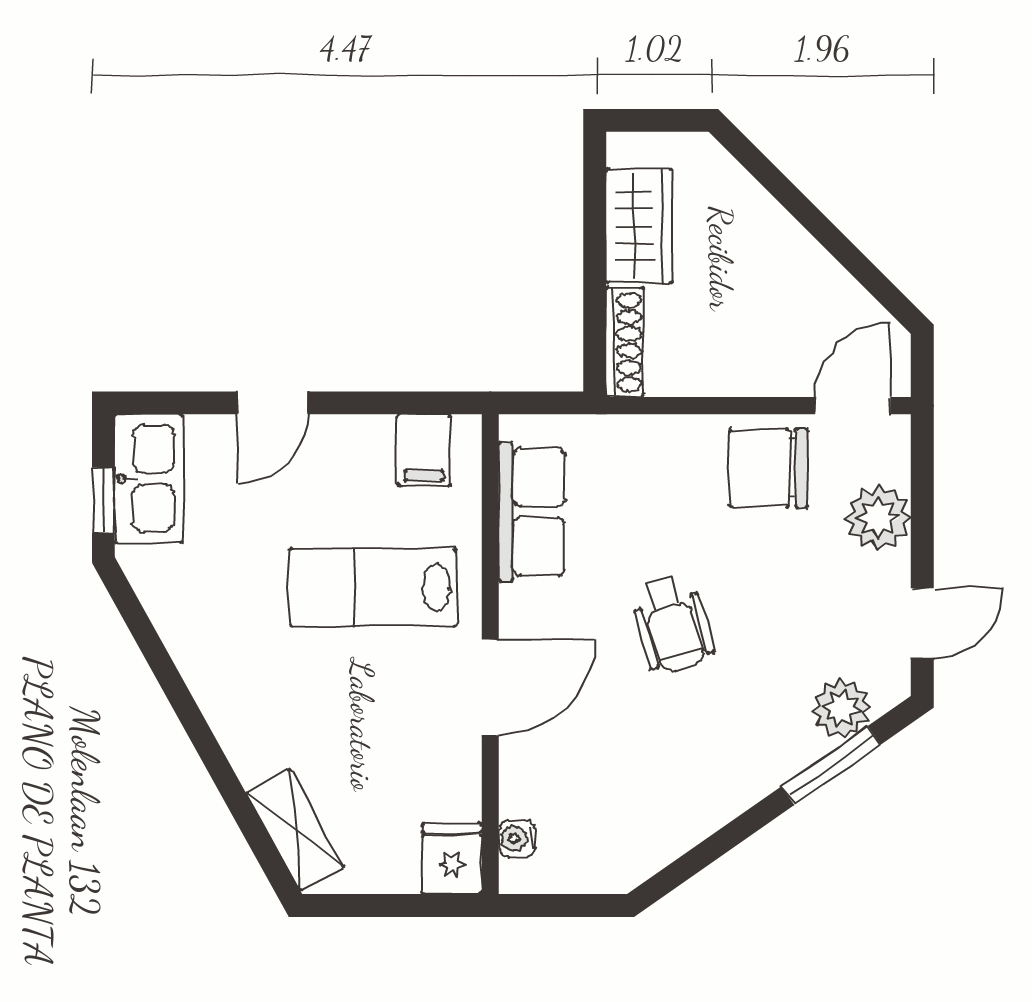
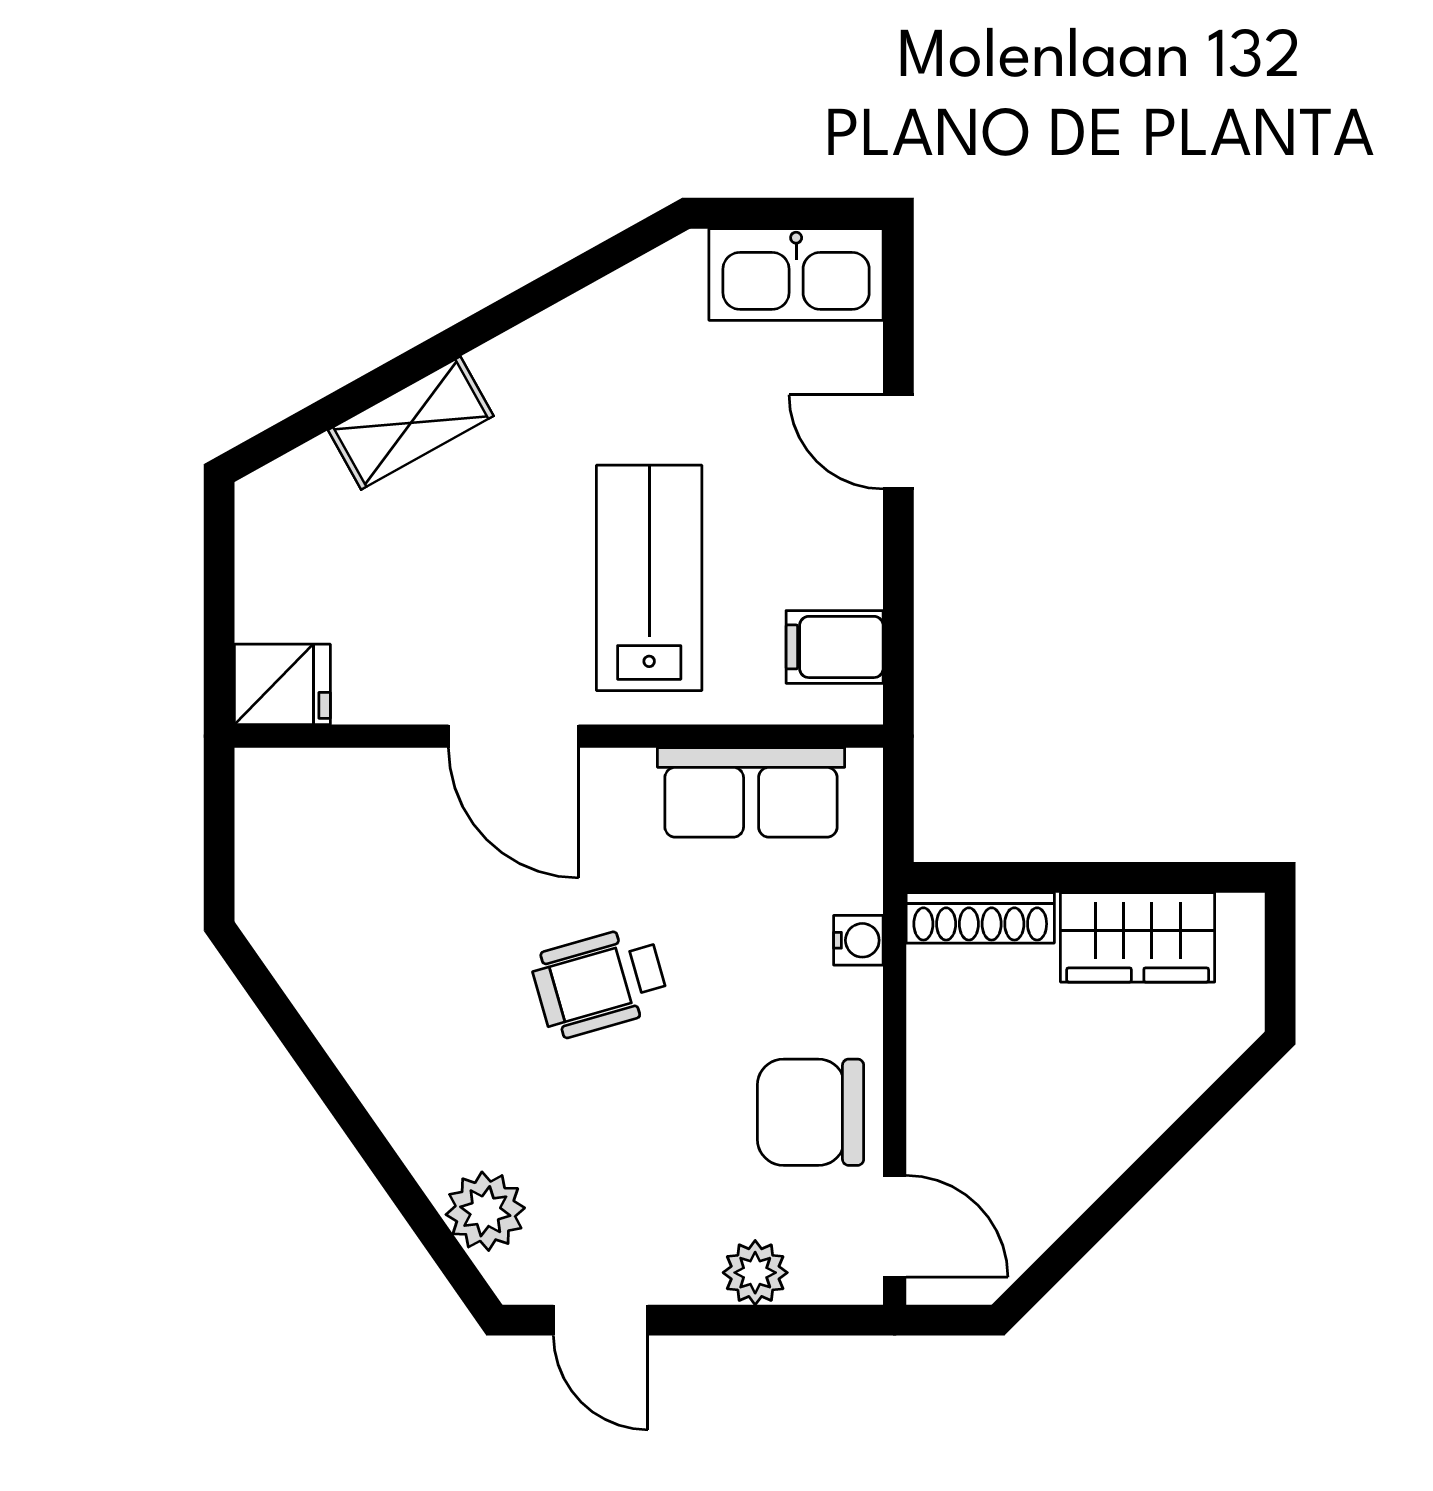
chair: (768, 468) -> (811, 1112), turned -90
window: (103, 500) -> (767, 213), removed
plant: (878, 518) -> (755, 1273), width x0.73, depth x0.73
window: (831, 766) -> (408, 1197), removed
shelving: (295, 830) -> (411, 423), moved
water cooler: (517, 839) -> (858, 940), moved, turned 90

